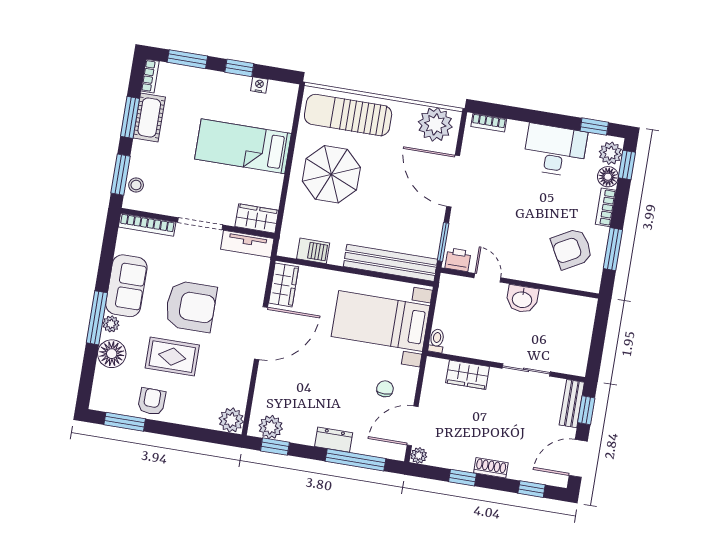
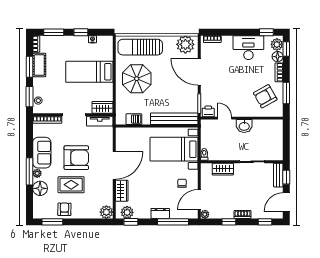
wardrobe: (284, 285) -> (122, 191), moved

